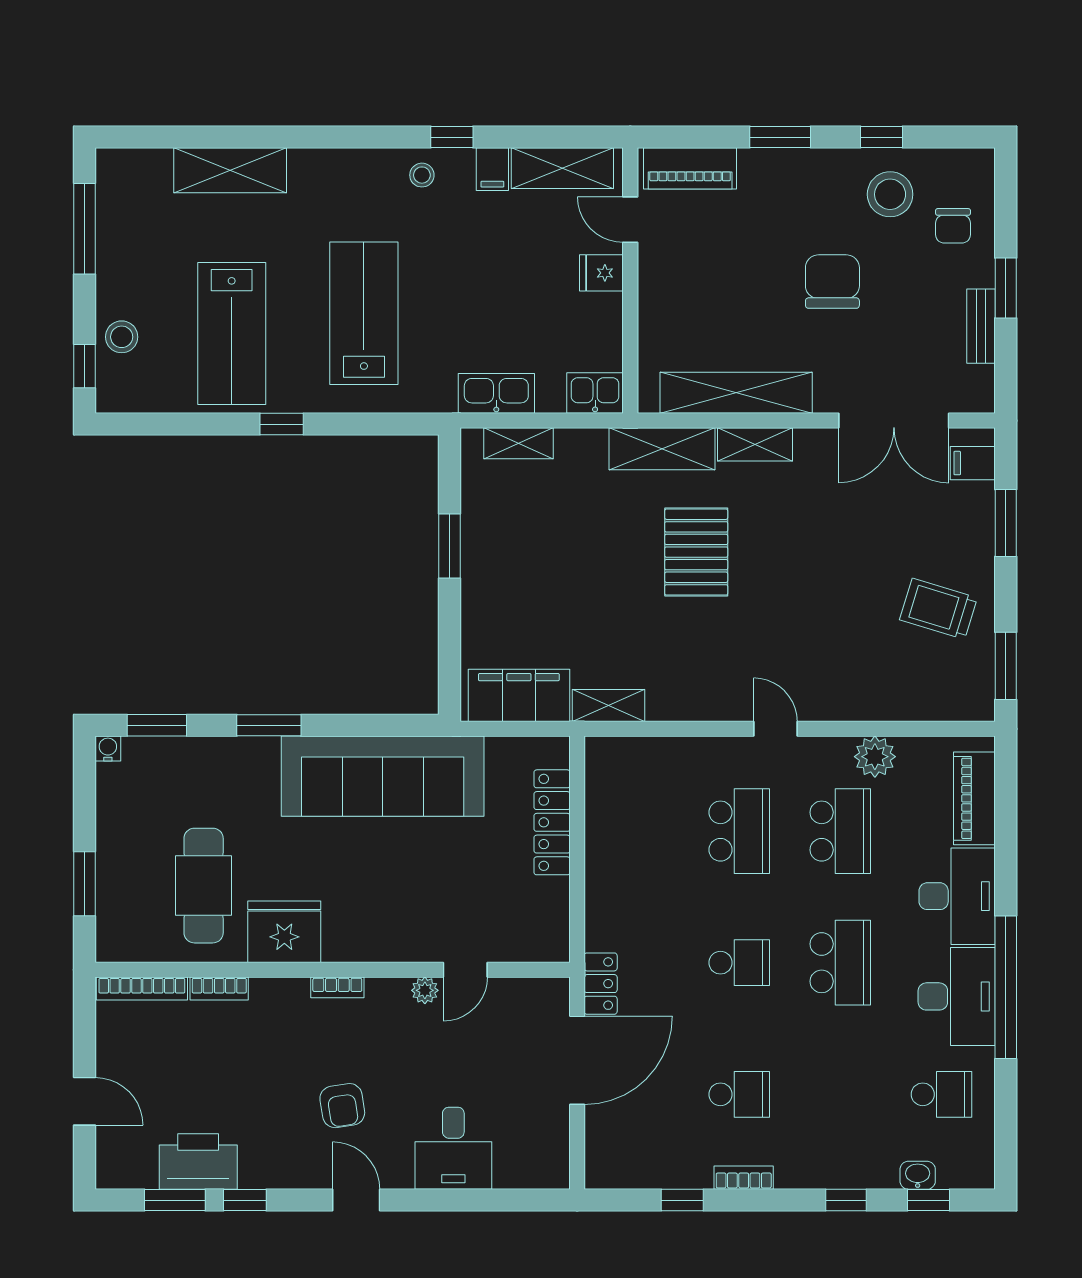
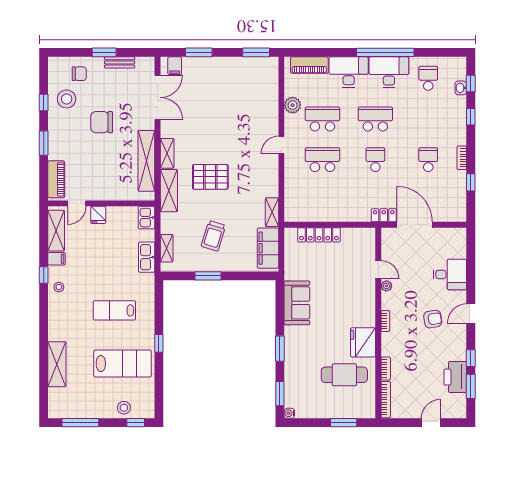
lab bench: (364, 313) -> (114, 310), width x0.73, depth x0.72
trolley: (938, 609) -> (213, 236), moved
sofa: (383, 776) -> (297, 303), width x0.54, depth x0.79

